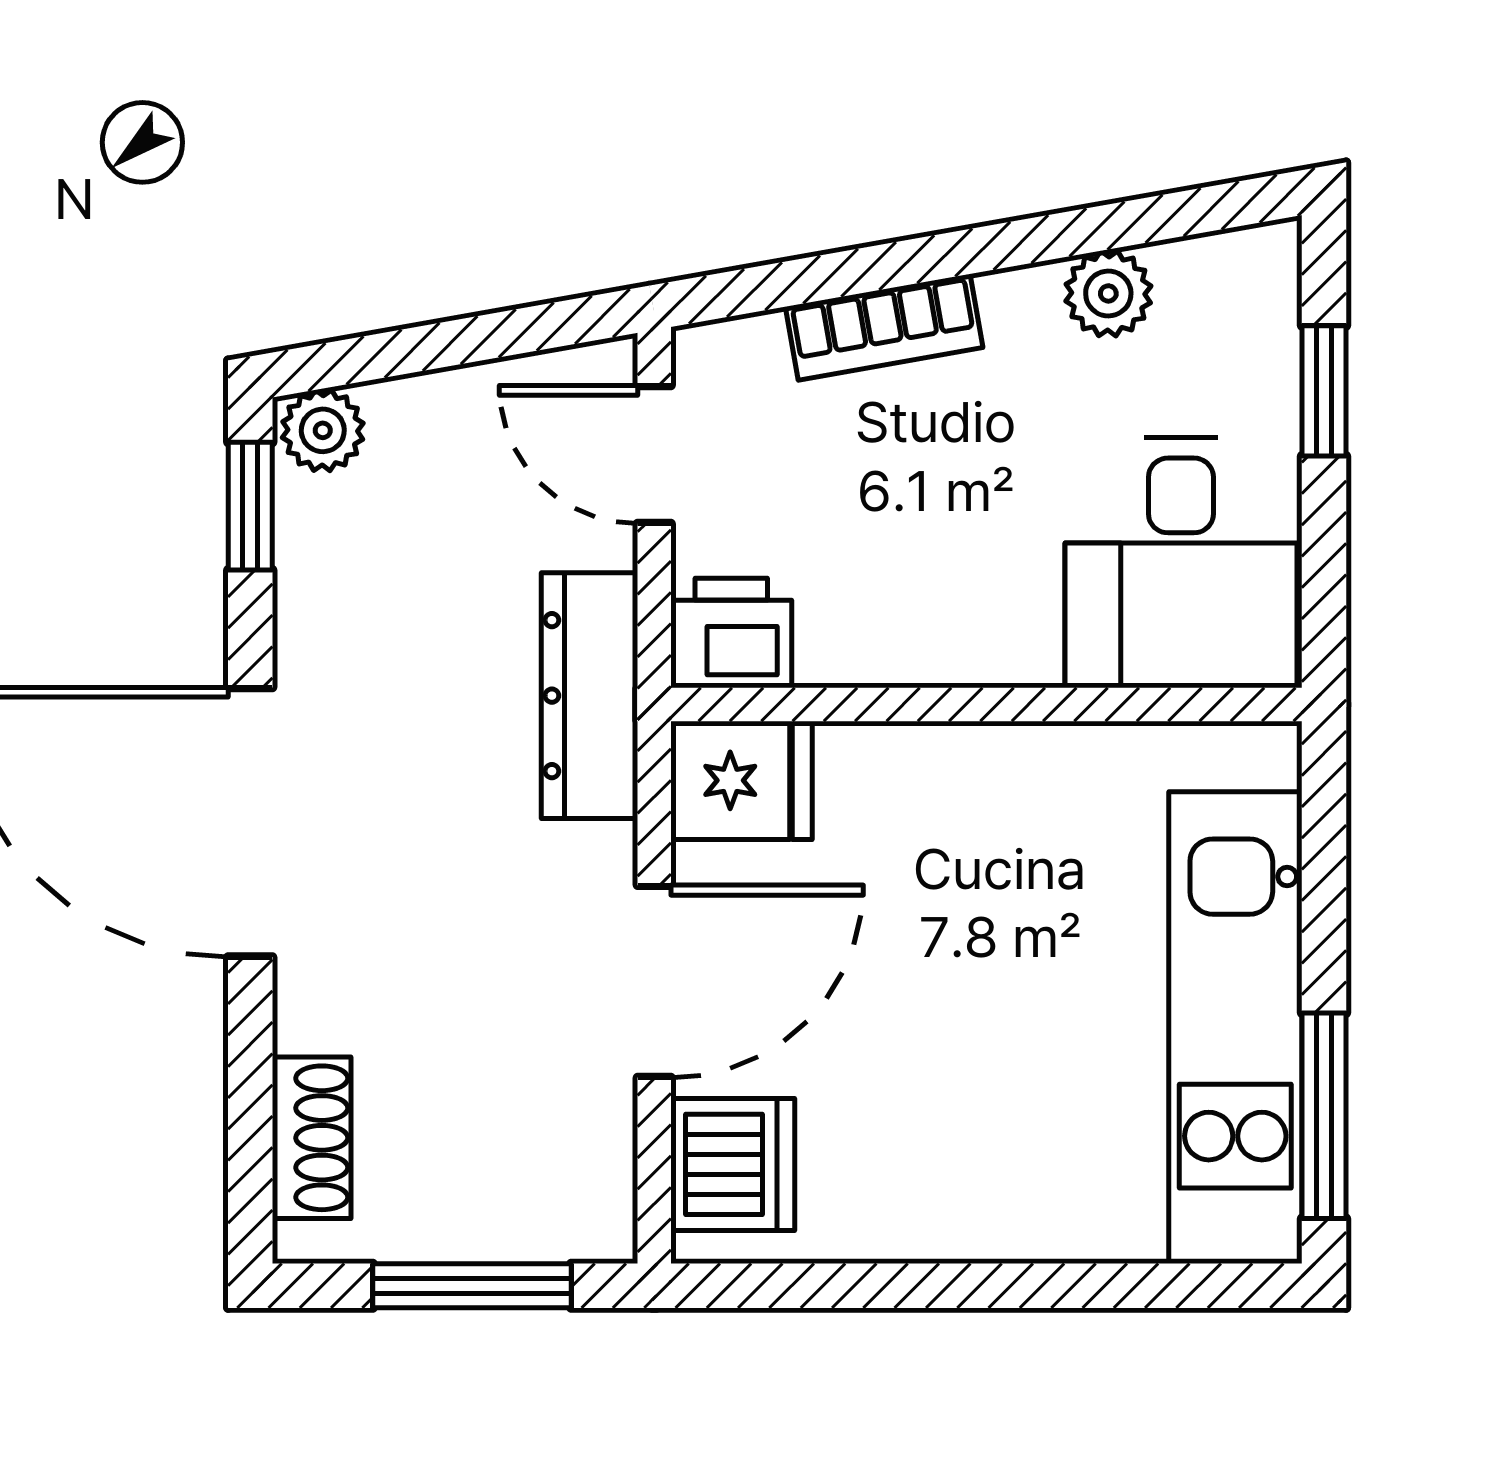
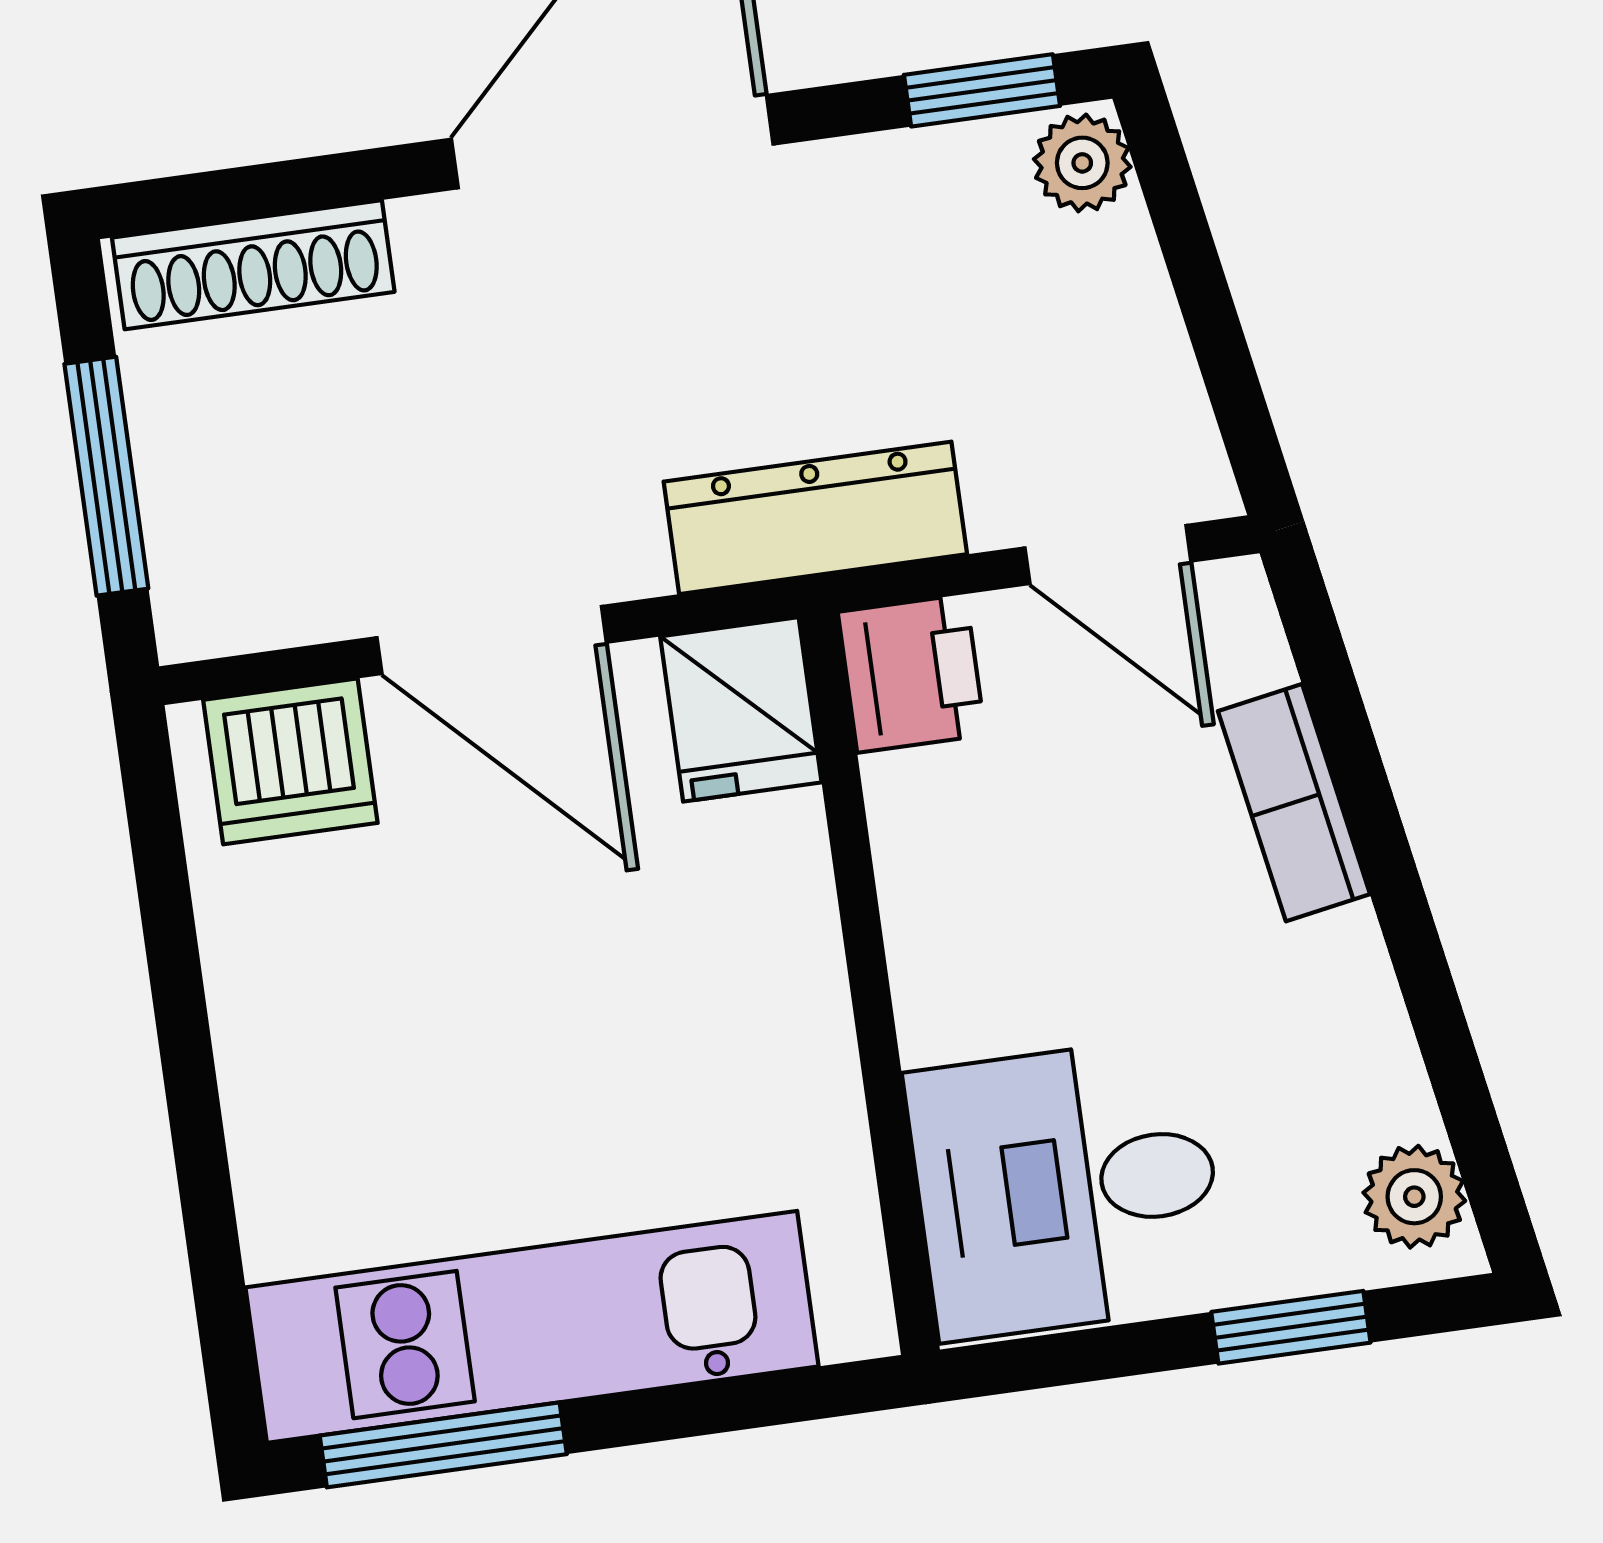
plant: (1108, 293) -> (1414, 1197), moved
door: (654, 454) -> (1108, 554), swing flipped
shoe rack: (312, 1138) -> (253, 265), width x1.43

